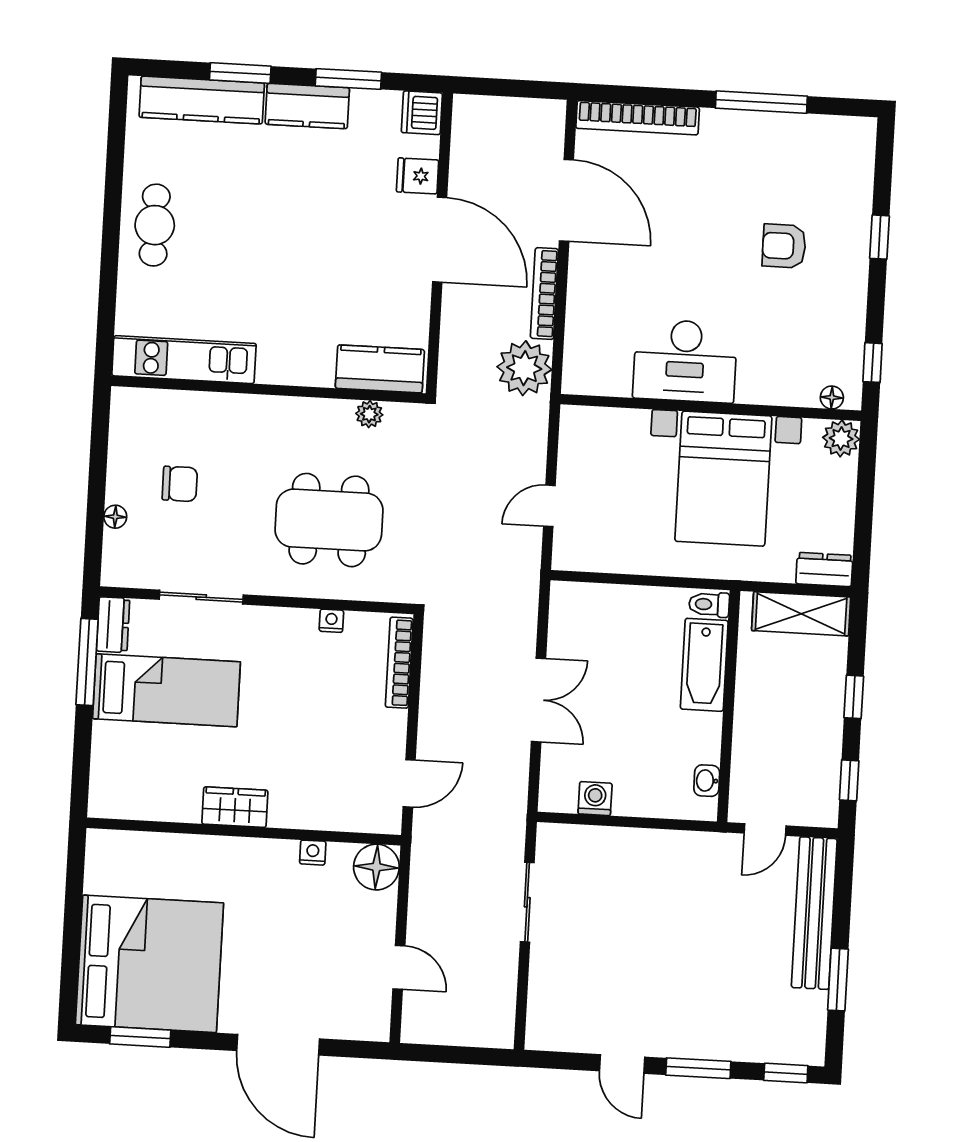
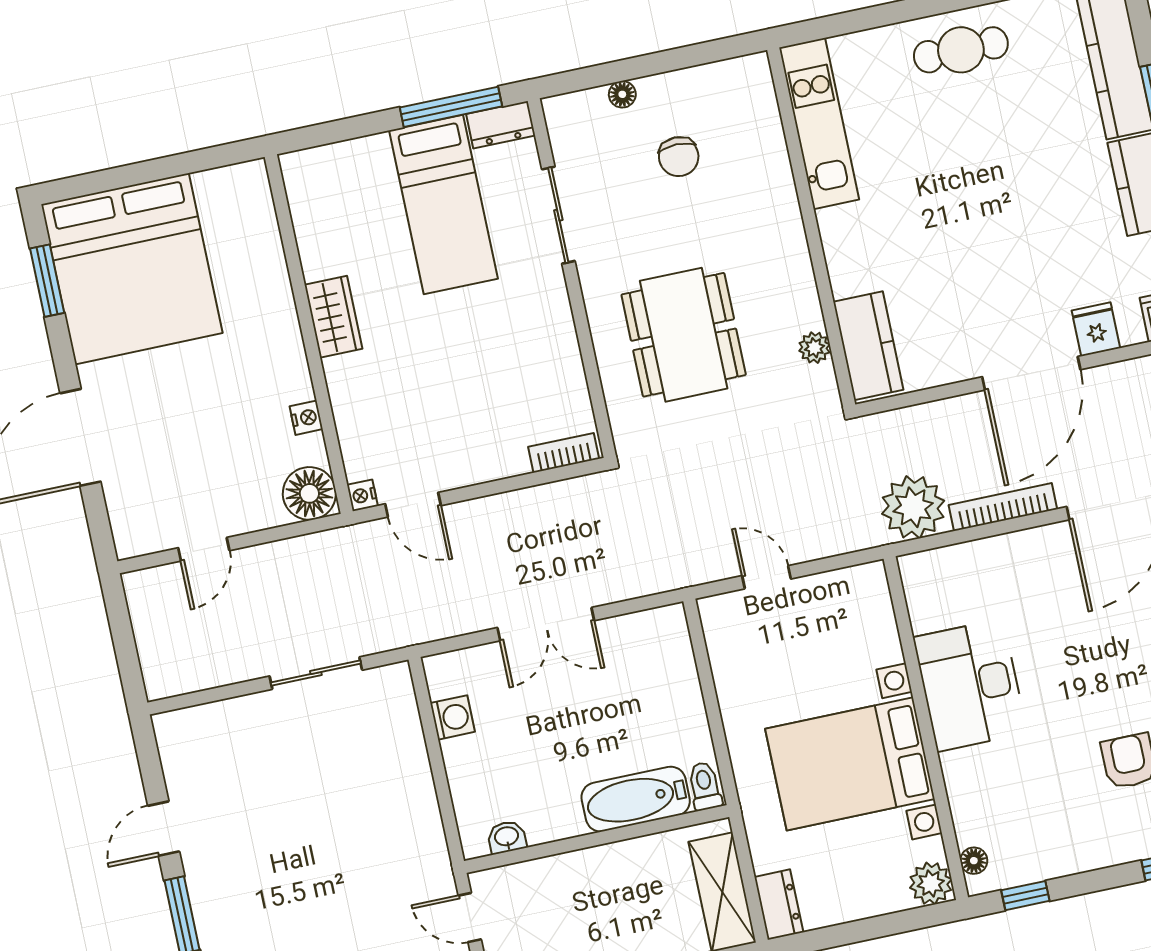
nightstand: (331, 621) -> (362, 495), moved, turned 180
bookcase: (399, 663) -> (564, 453), width x0.64

